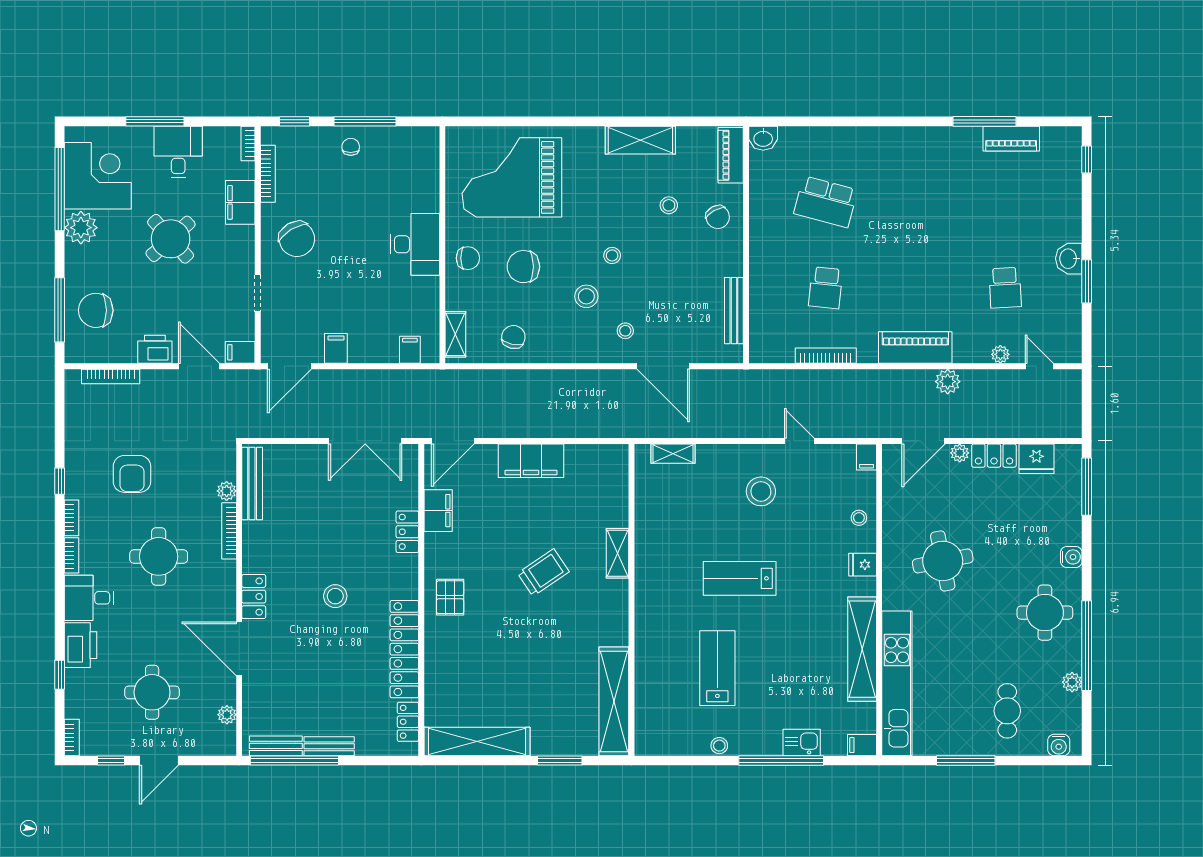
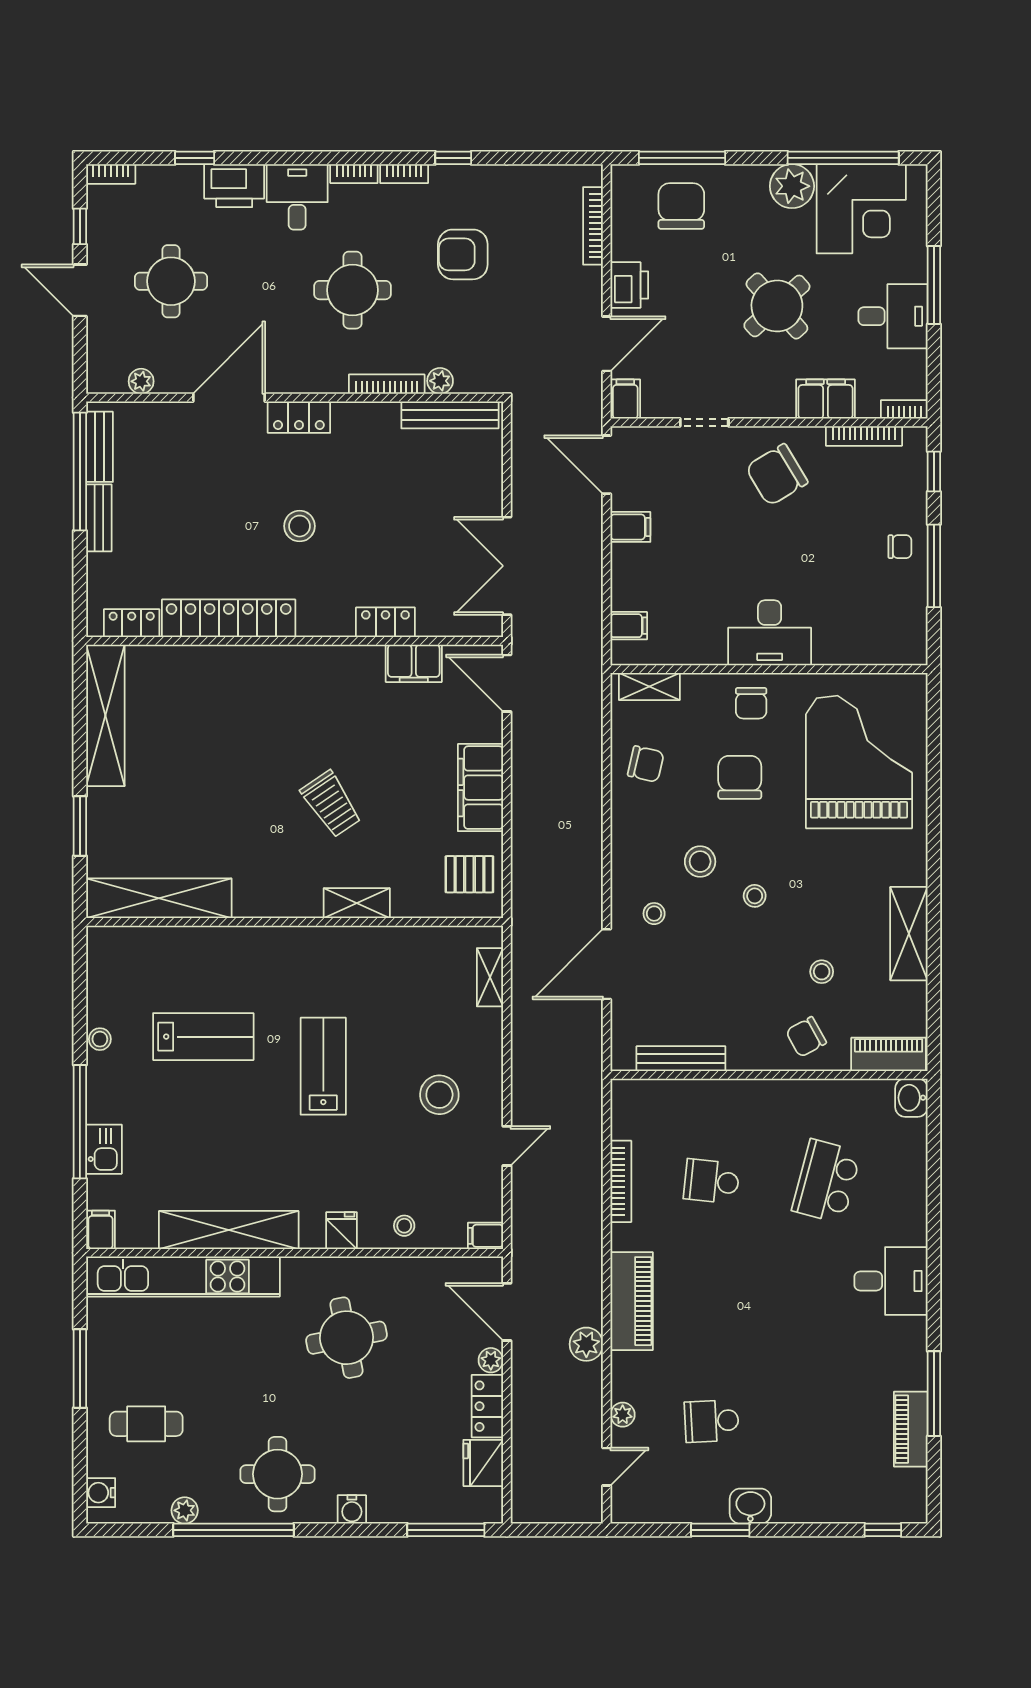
desk: (900, 153) -> (891, 1281), added
pallet: (450, 597) -> (469, 874), moved

